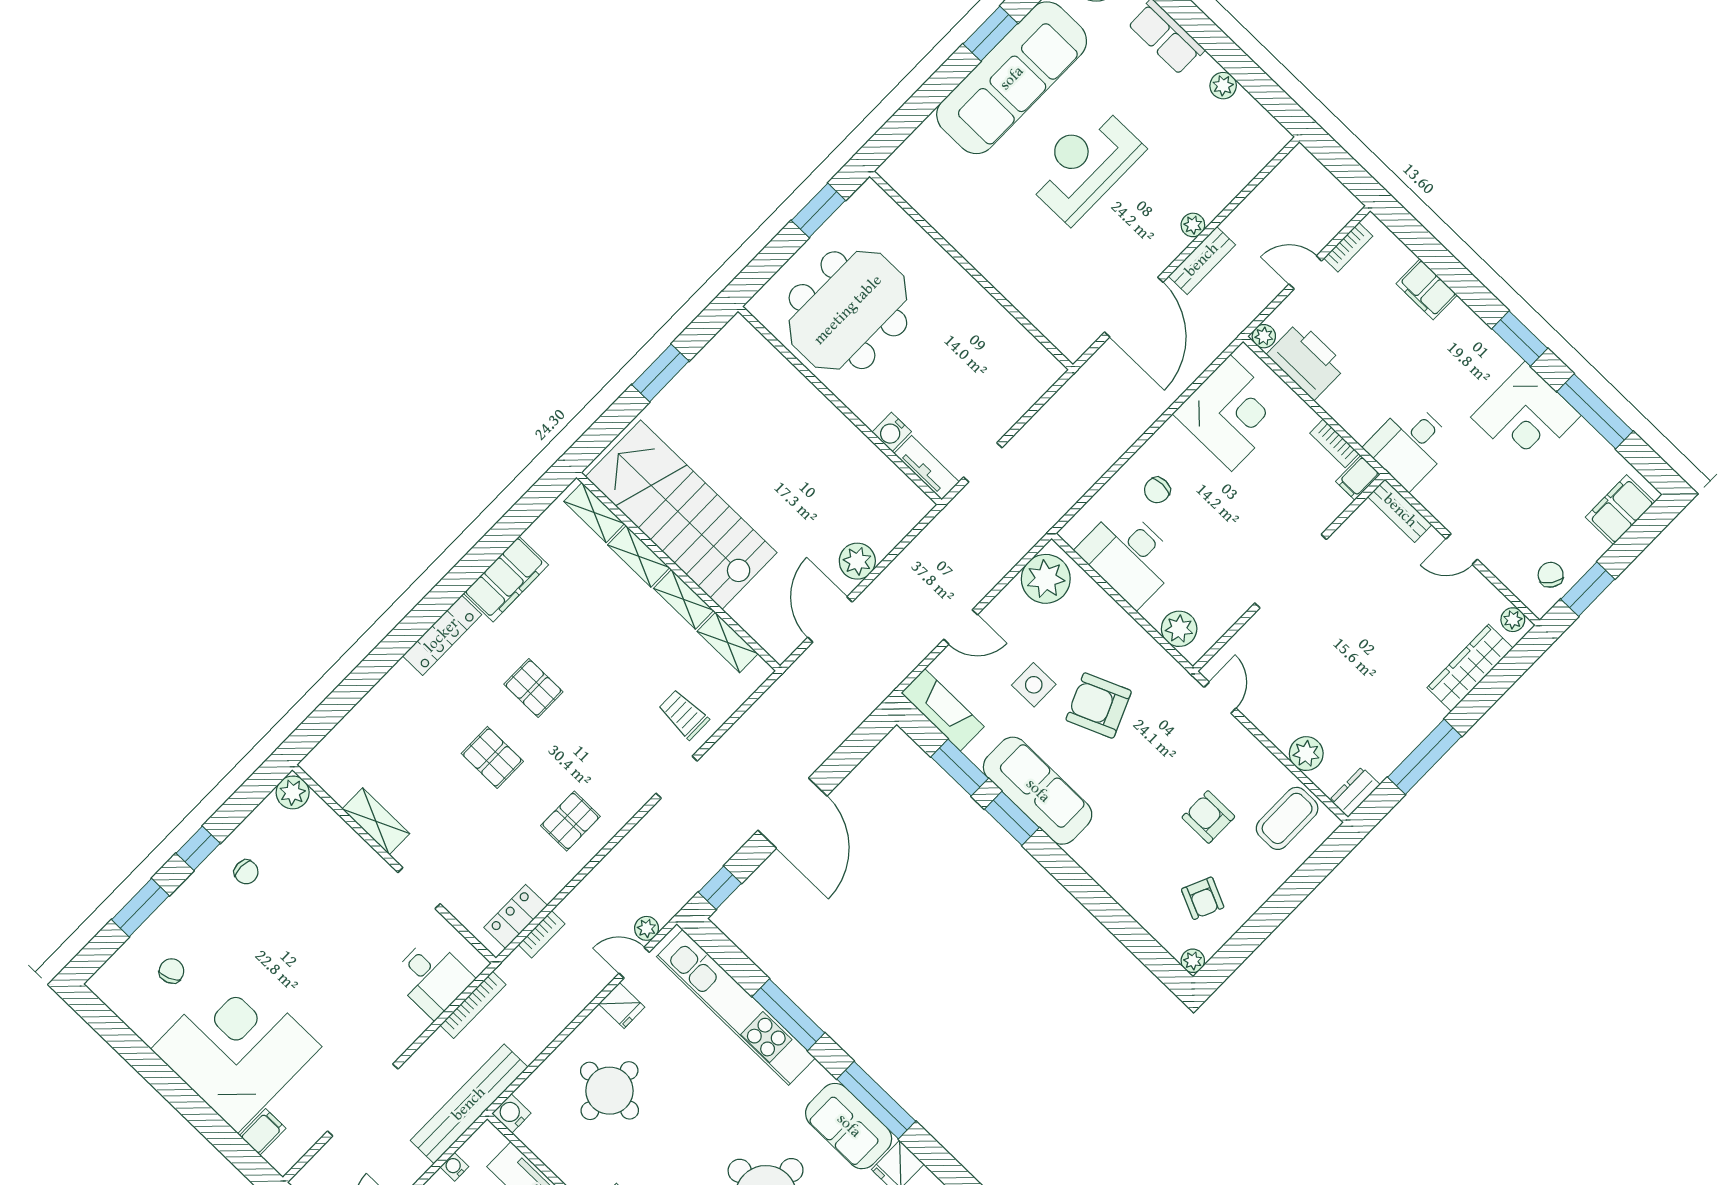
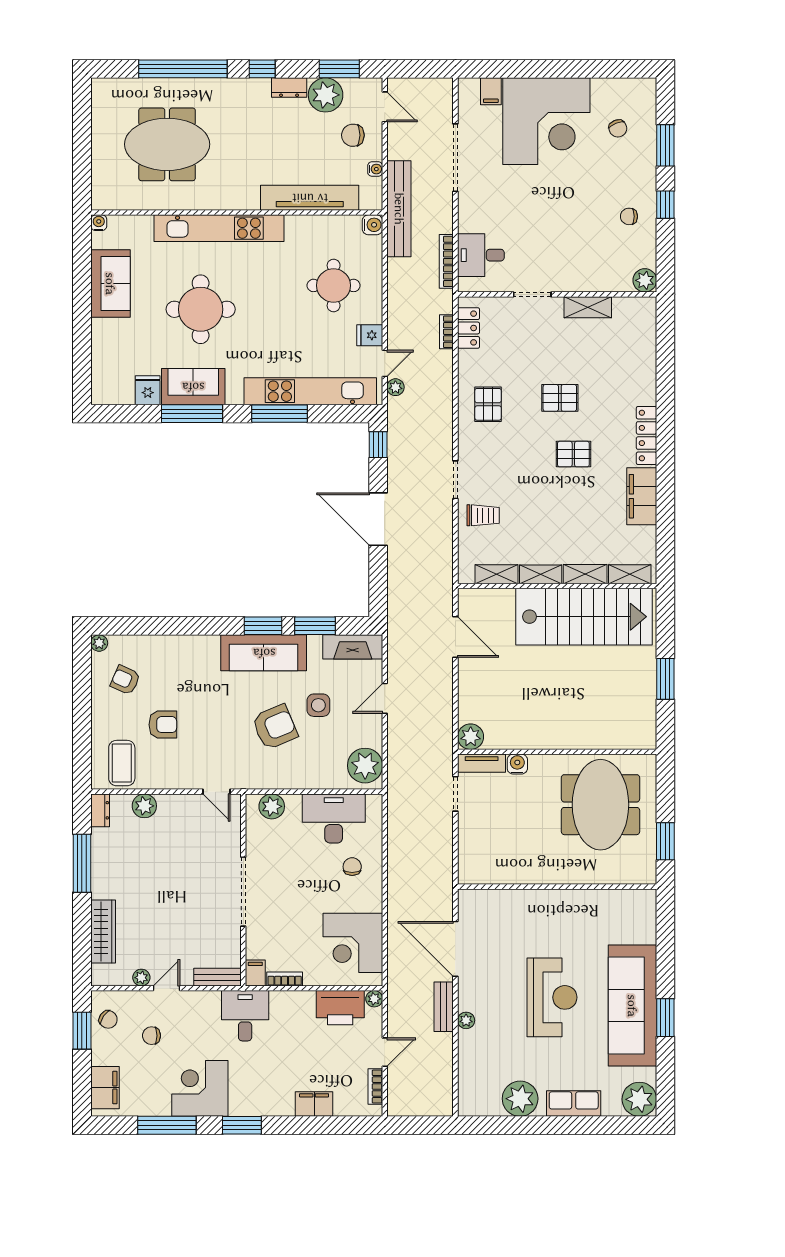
plant: (1223, 86) -> (520, 1099), width x1.87, depth x1.87
chair: (1523, 516) -> (151, 1036), added
plant: (857, 561) -> (471, 737), moved
plant: (1513, 620) -> (141, 978), moved

